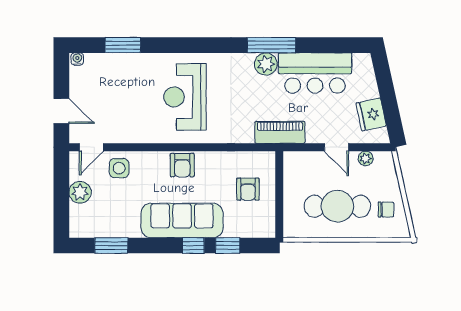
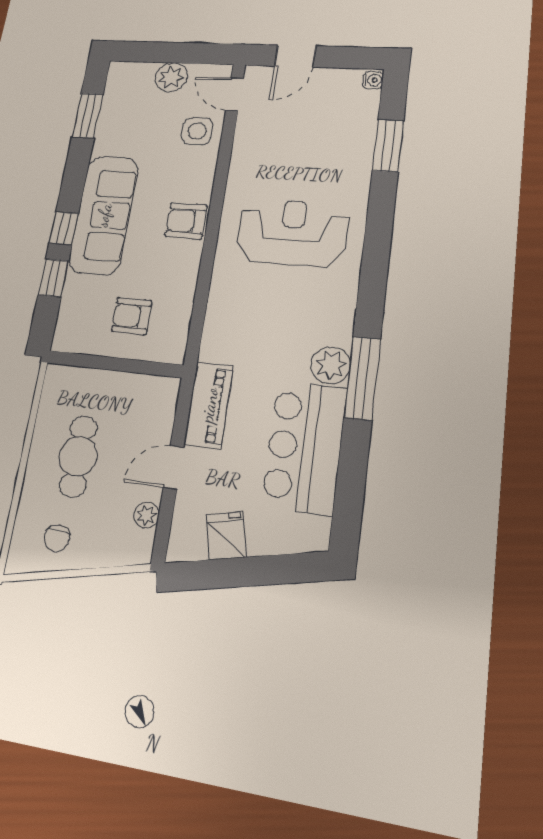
fridge: (371, 114) -> (226, 536), width x0.72
piano: (280, 132) -> (209, 405), moved
cafe table: (337, 206) -> (78, 456), width x0.73, depth x0.74

